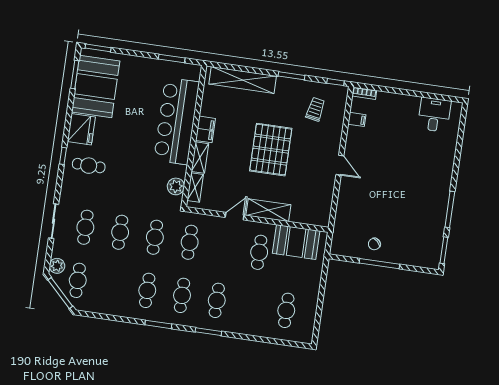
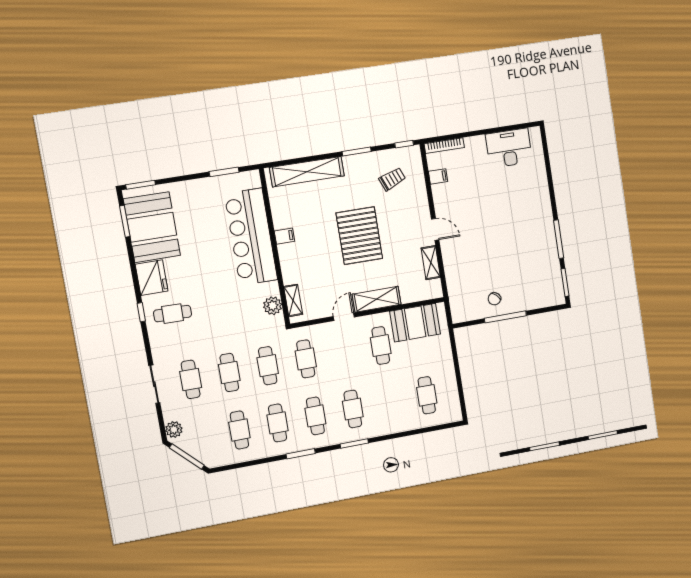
bookcase: (364, 93) -> (444, 146), width x1.56
trolley: (315, 109) -> (392, 179), turned 58
desk: (434, 115) -> (509, 148), width x1.37
filing cabinet: (205, 129) -> (284, 236), width x0.50
shelving: (200, 158) -> (431, 263), moved
cafe table: (78, 280) -> (239, 430), moved

